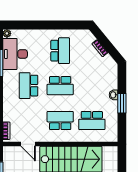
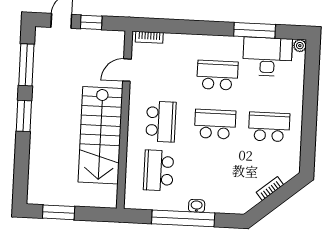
school desk: (60, 51) -> (269, 127), turned 180
school desk: (60, 86) -> (215, 124), turned 90
window: (122, 103) -> (183, 218), width x2.11

